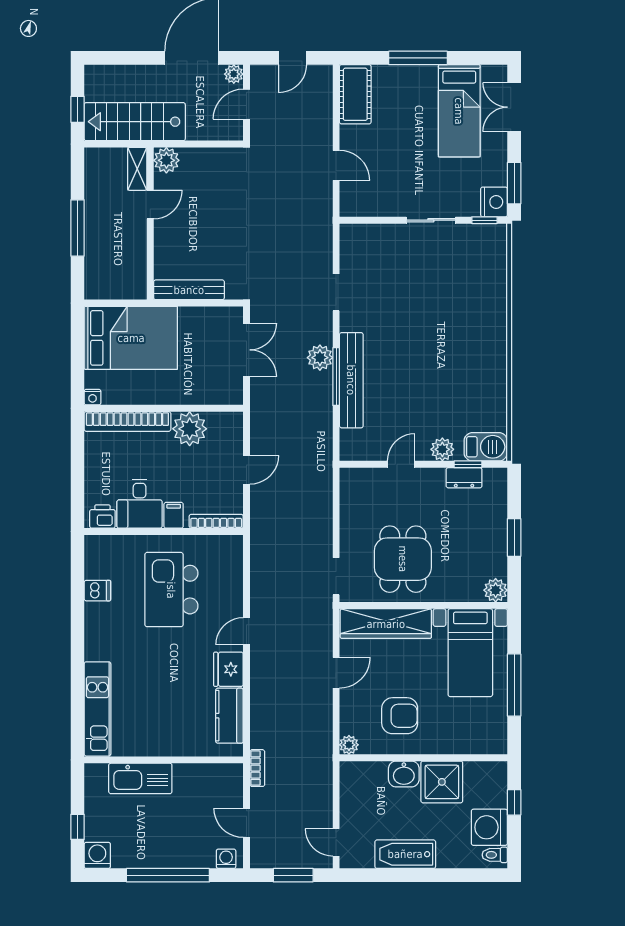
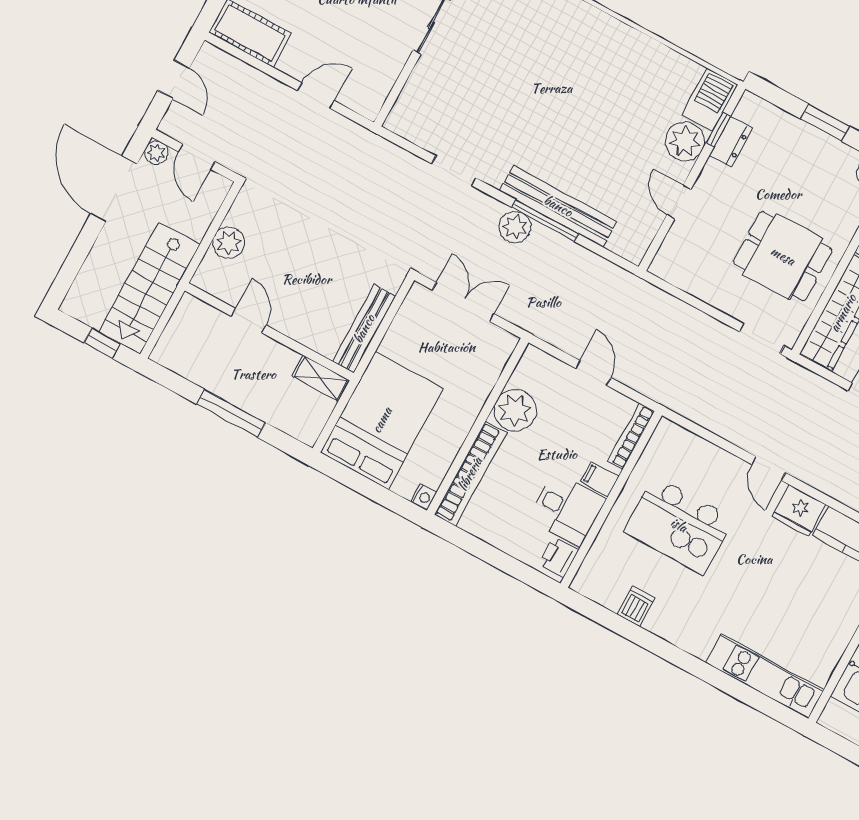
plant: (166, 160) -> (229, 243), moved
shelving: (137, 169) -> (321, 378), moved
plant: (442, 449) -> (685, 141), width x1.36, depth x1.36

